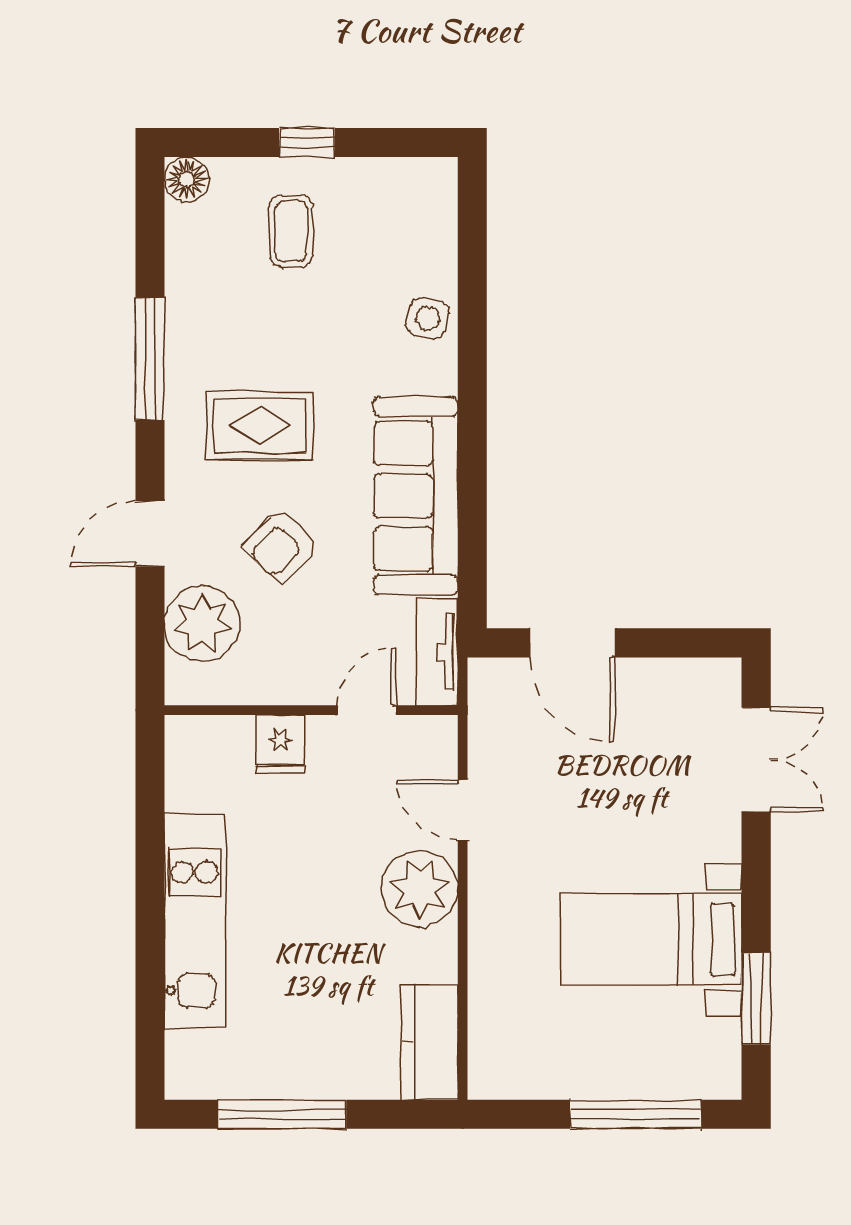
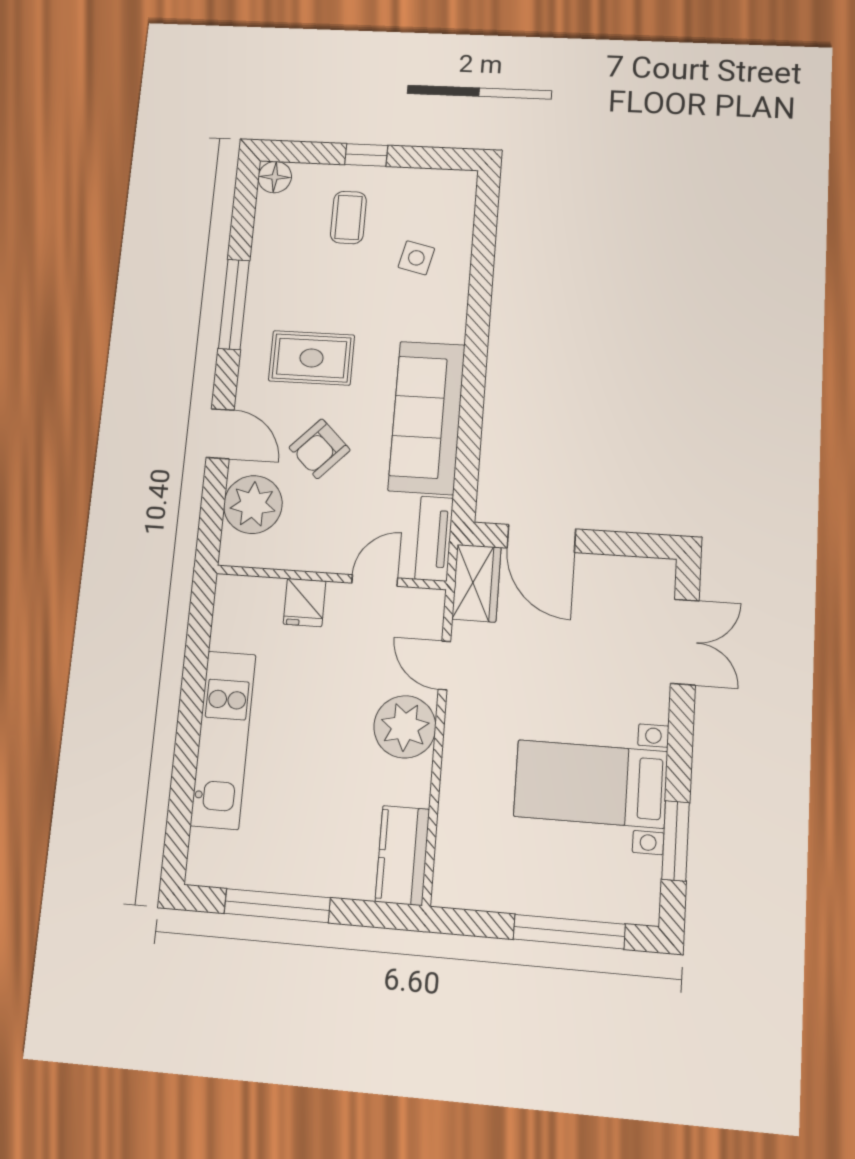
side table: (428, 318) -> (416, 258), moved
door: (150, 534) -> (220, 434), swing flipped
wardrobe: (495, 705) -> (476, 583), added

